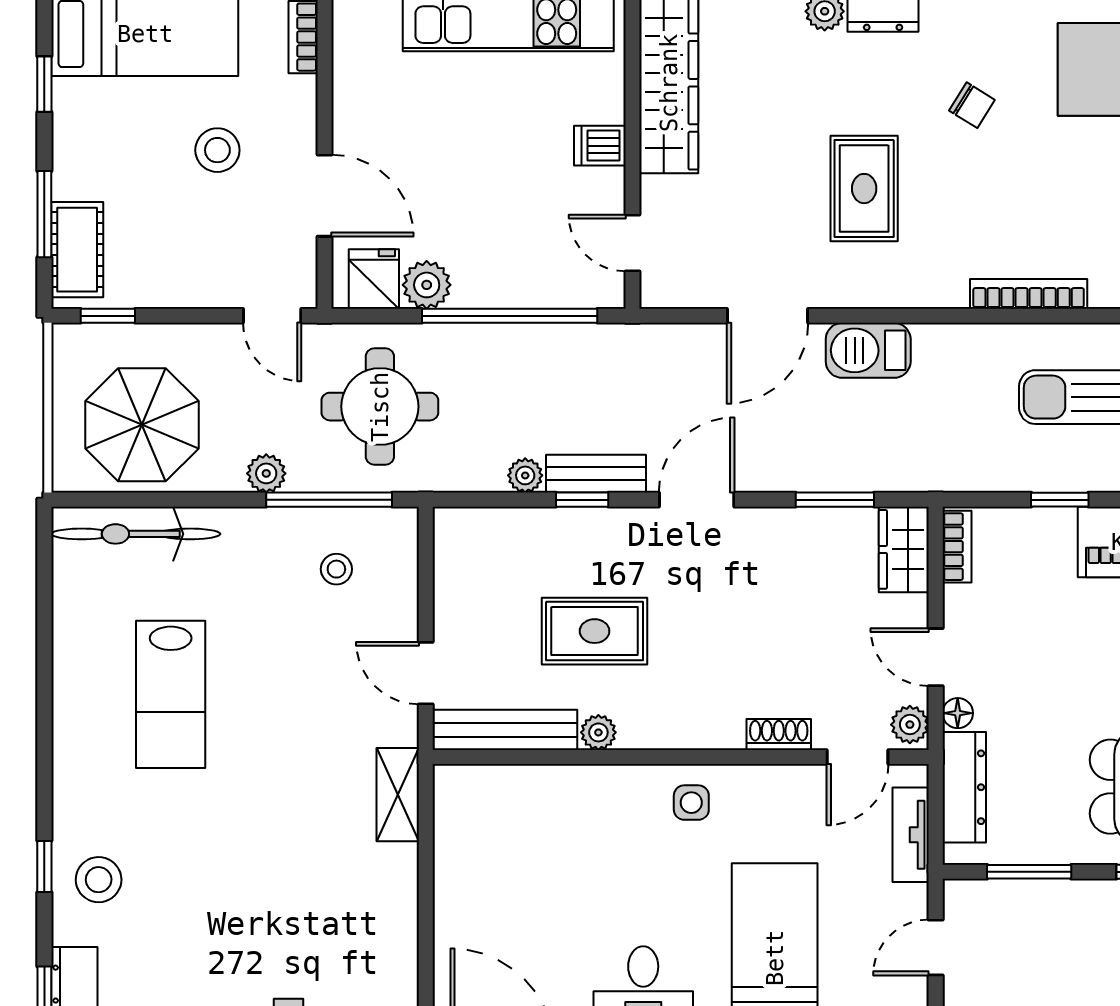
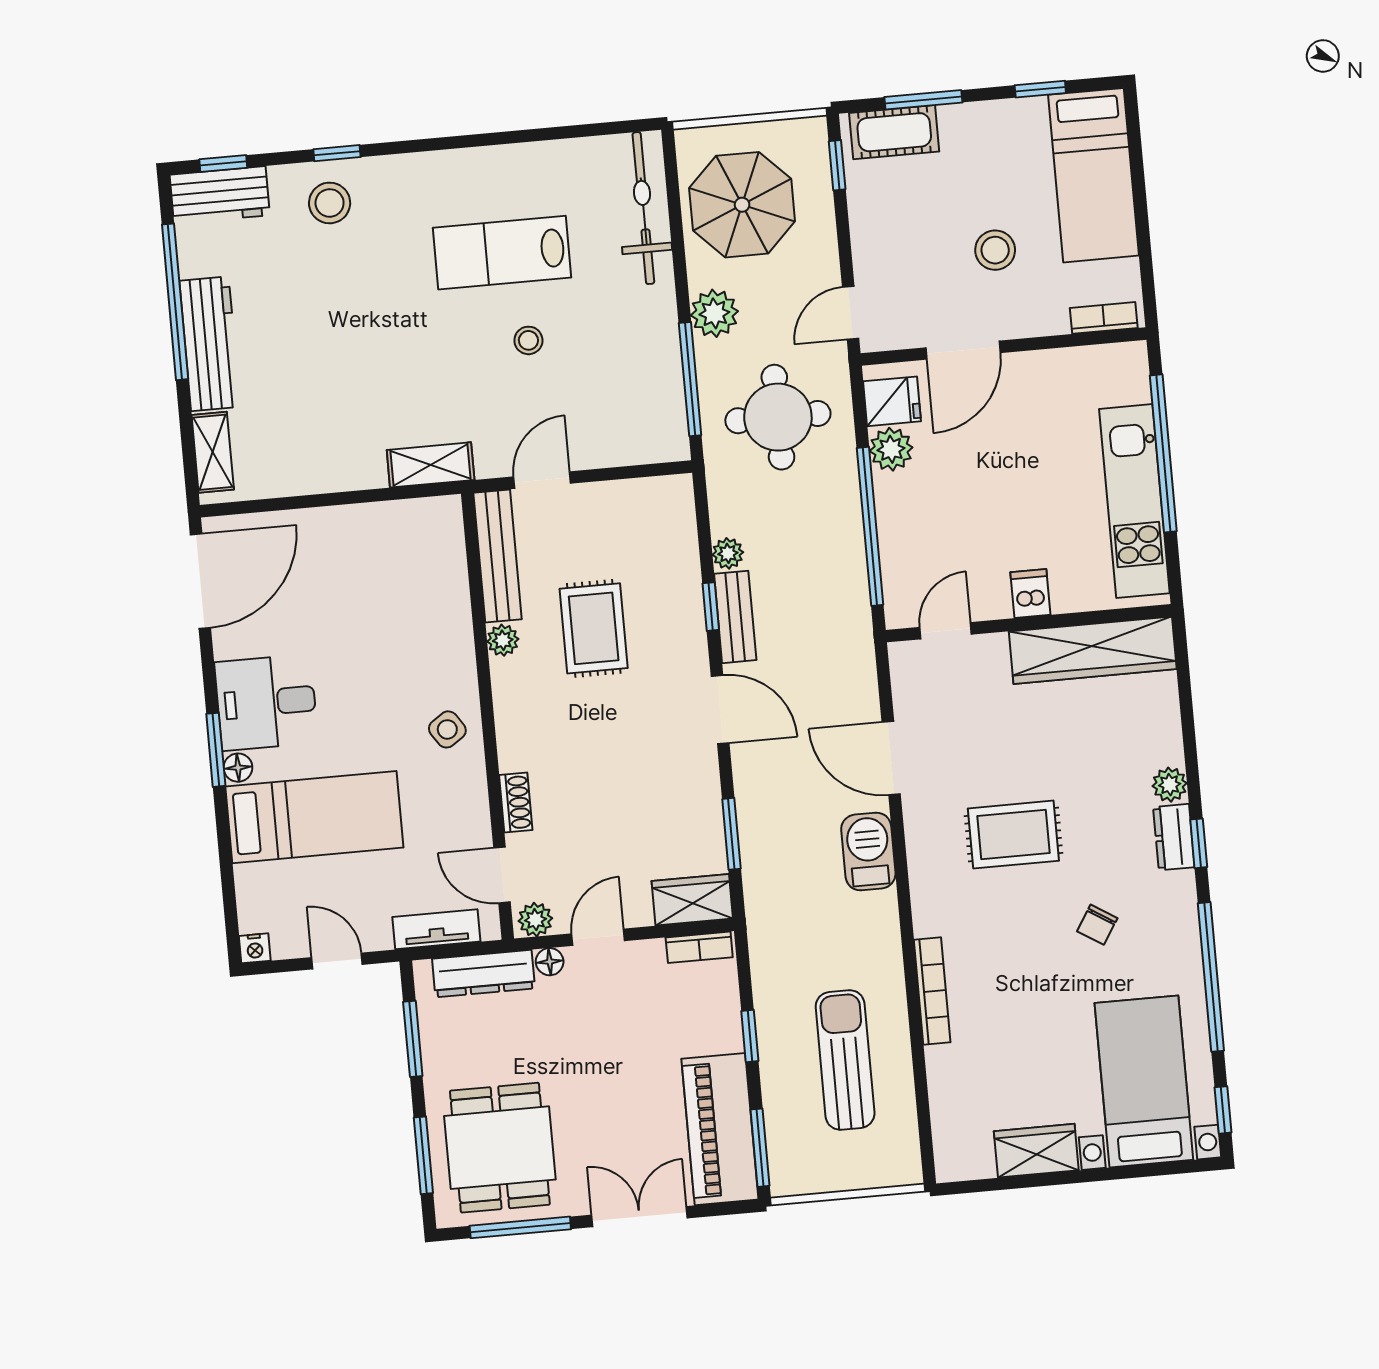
plant: (266, 473) -> (714, 313), width x1.38, depth x1.38
stool: (336, 569) -> (528, 340), moved
side table: (691, 803) -> (447, 729), turned -34

